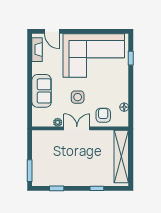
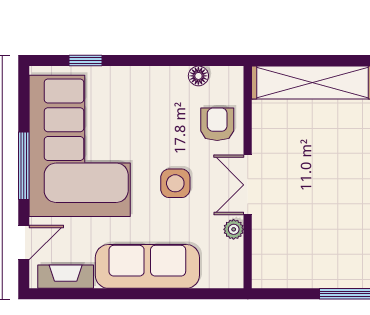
window: (85, 31) -> (24, 166), added
sofa: (42, 91) -> (147, 266), width x1.36
armchair: (103, 115) -> (217, 124), turned 90

